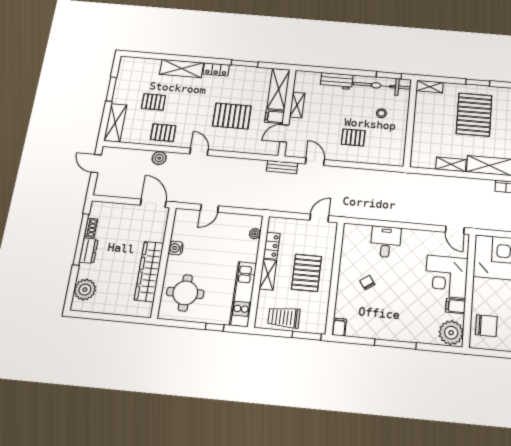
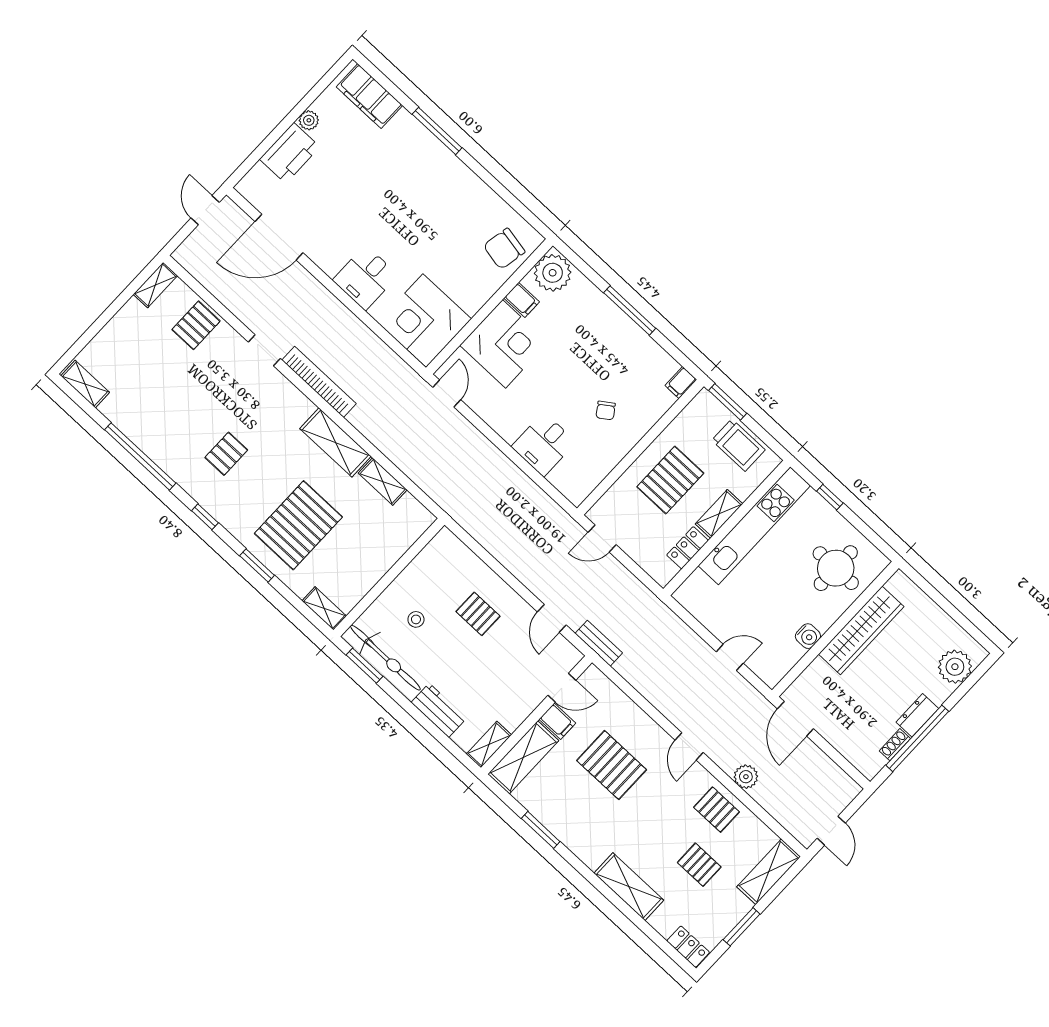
locker: (216, 69) -> (688, 947), moved
shelving: (297, 105) -> (489, 744), moved
plant: (255, 234) -> (697, 579), removed
kitchen unit: (243, 294) -> (754, 526), width x1.36
chair: (486, 326) -> (504, 249), turned -79

